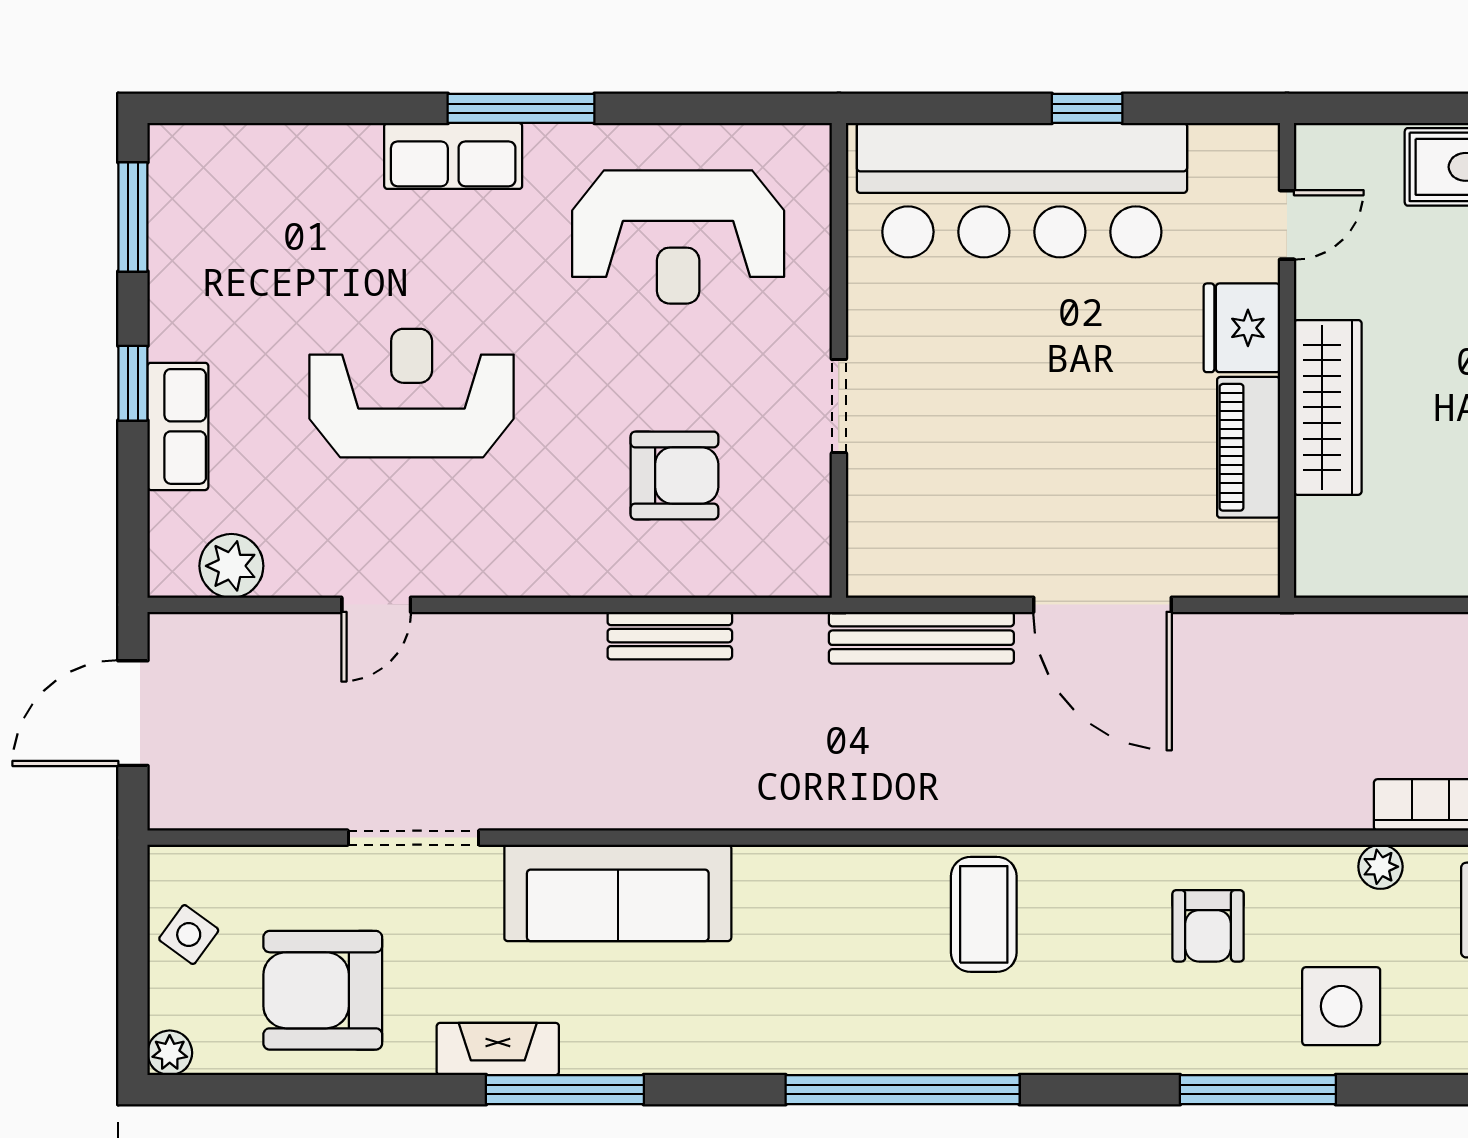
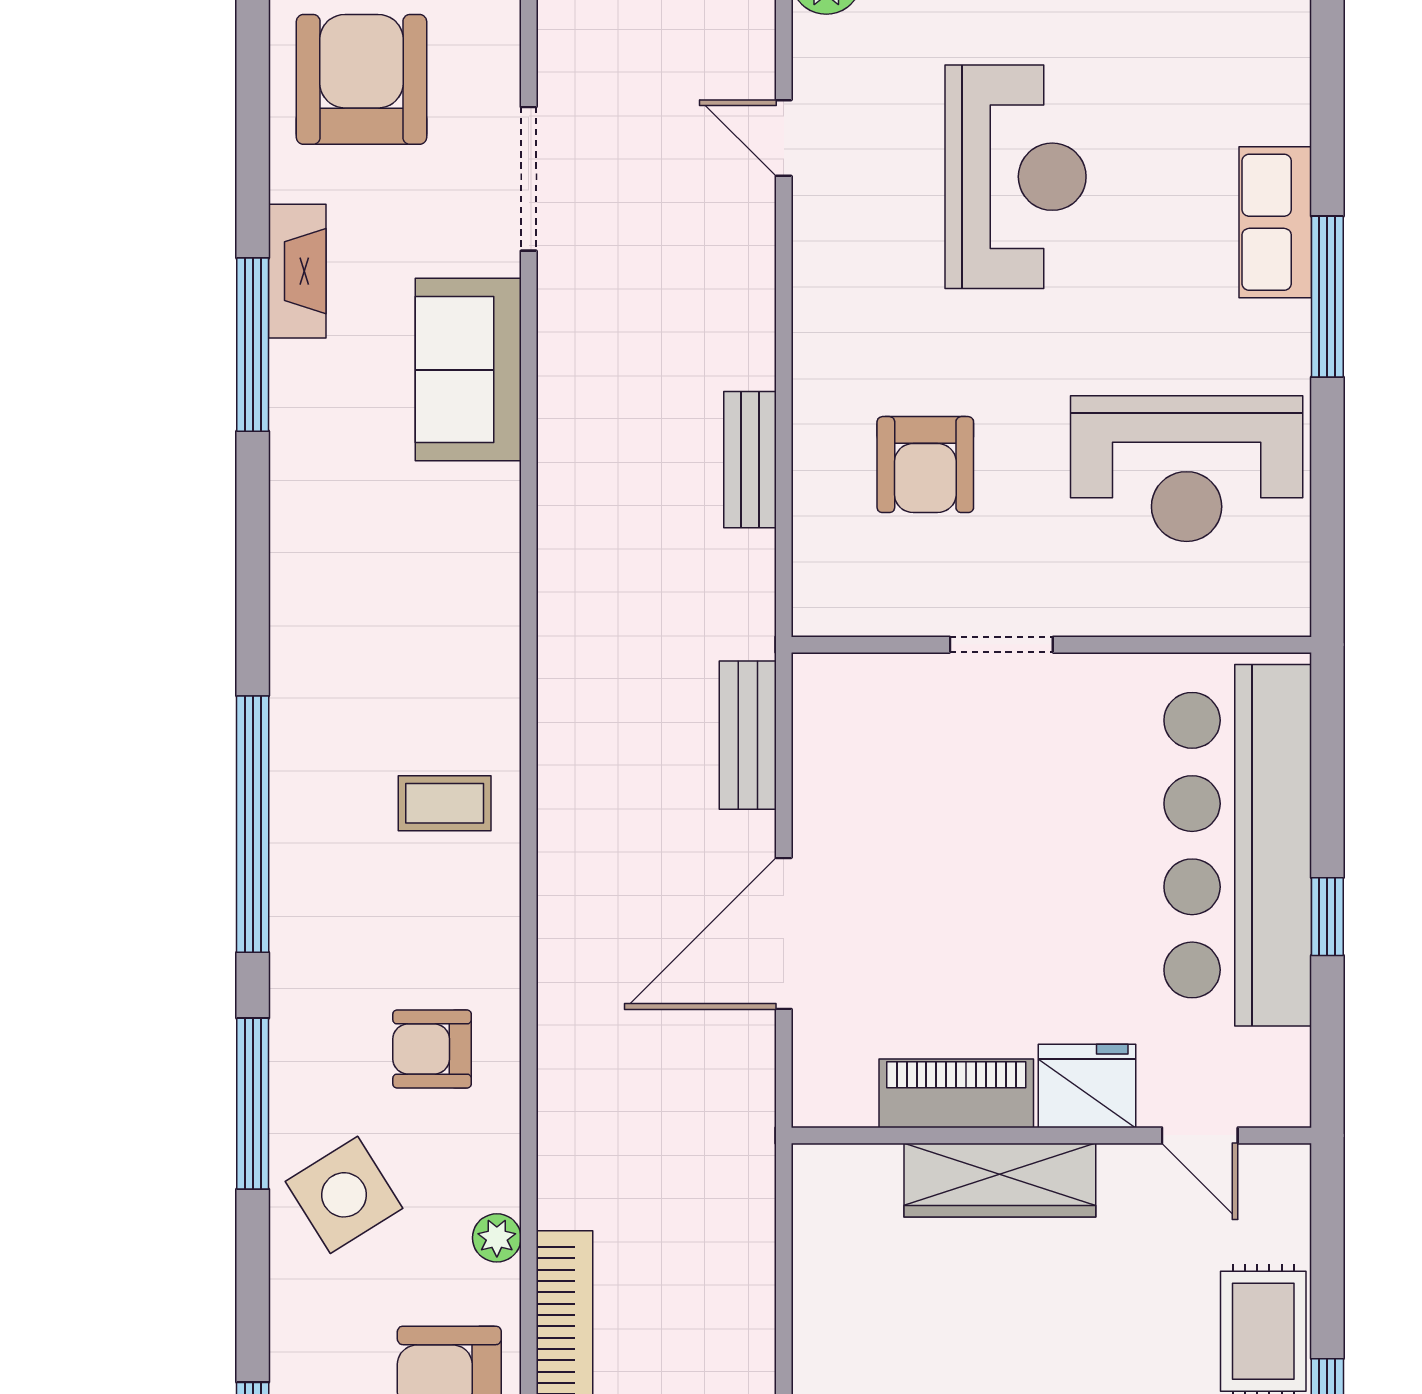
reception desk: (678, 237) -> (1187, 469), turned -90
bench: (921, 638) -> (748, 735), width x0.73
sofa: (618, 893) -> (468, 370), width x0.73
coffee table: (984, 914) -> (445, 803), width x0.73, depth x0.77
side table: (1341, 1006) -> (344, 1195), turned -32
window: (903, 1090) -> (253, 824), moved

